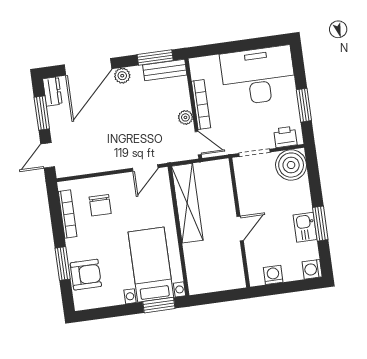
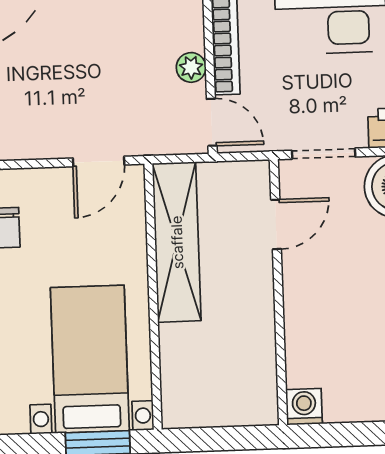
door: (240, 229) -> (276, 224), moved
washing machine: (273, 275) -> (304, 407), moved

